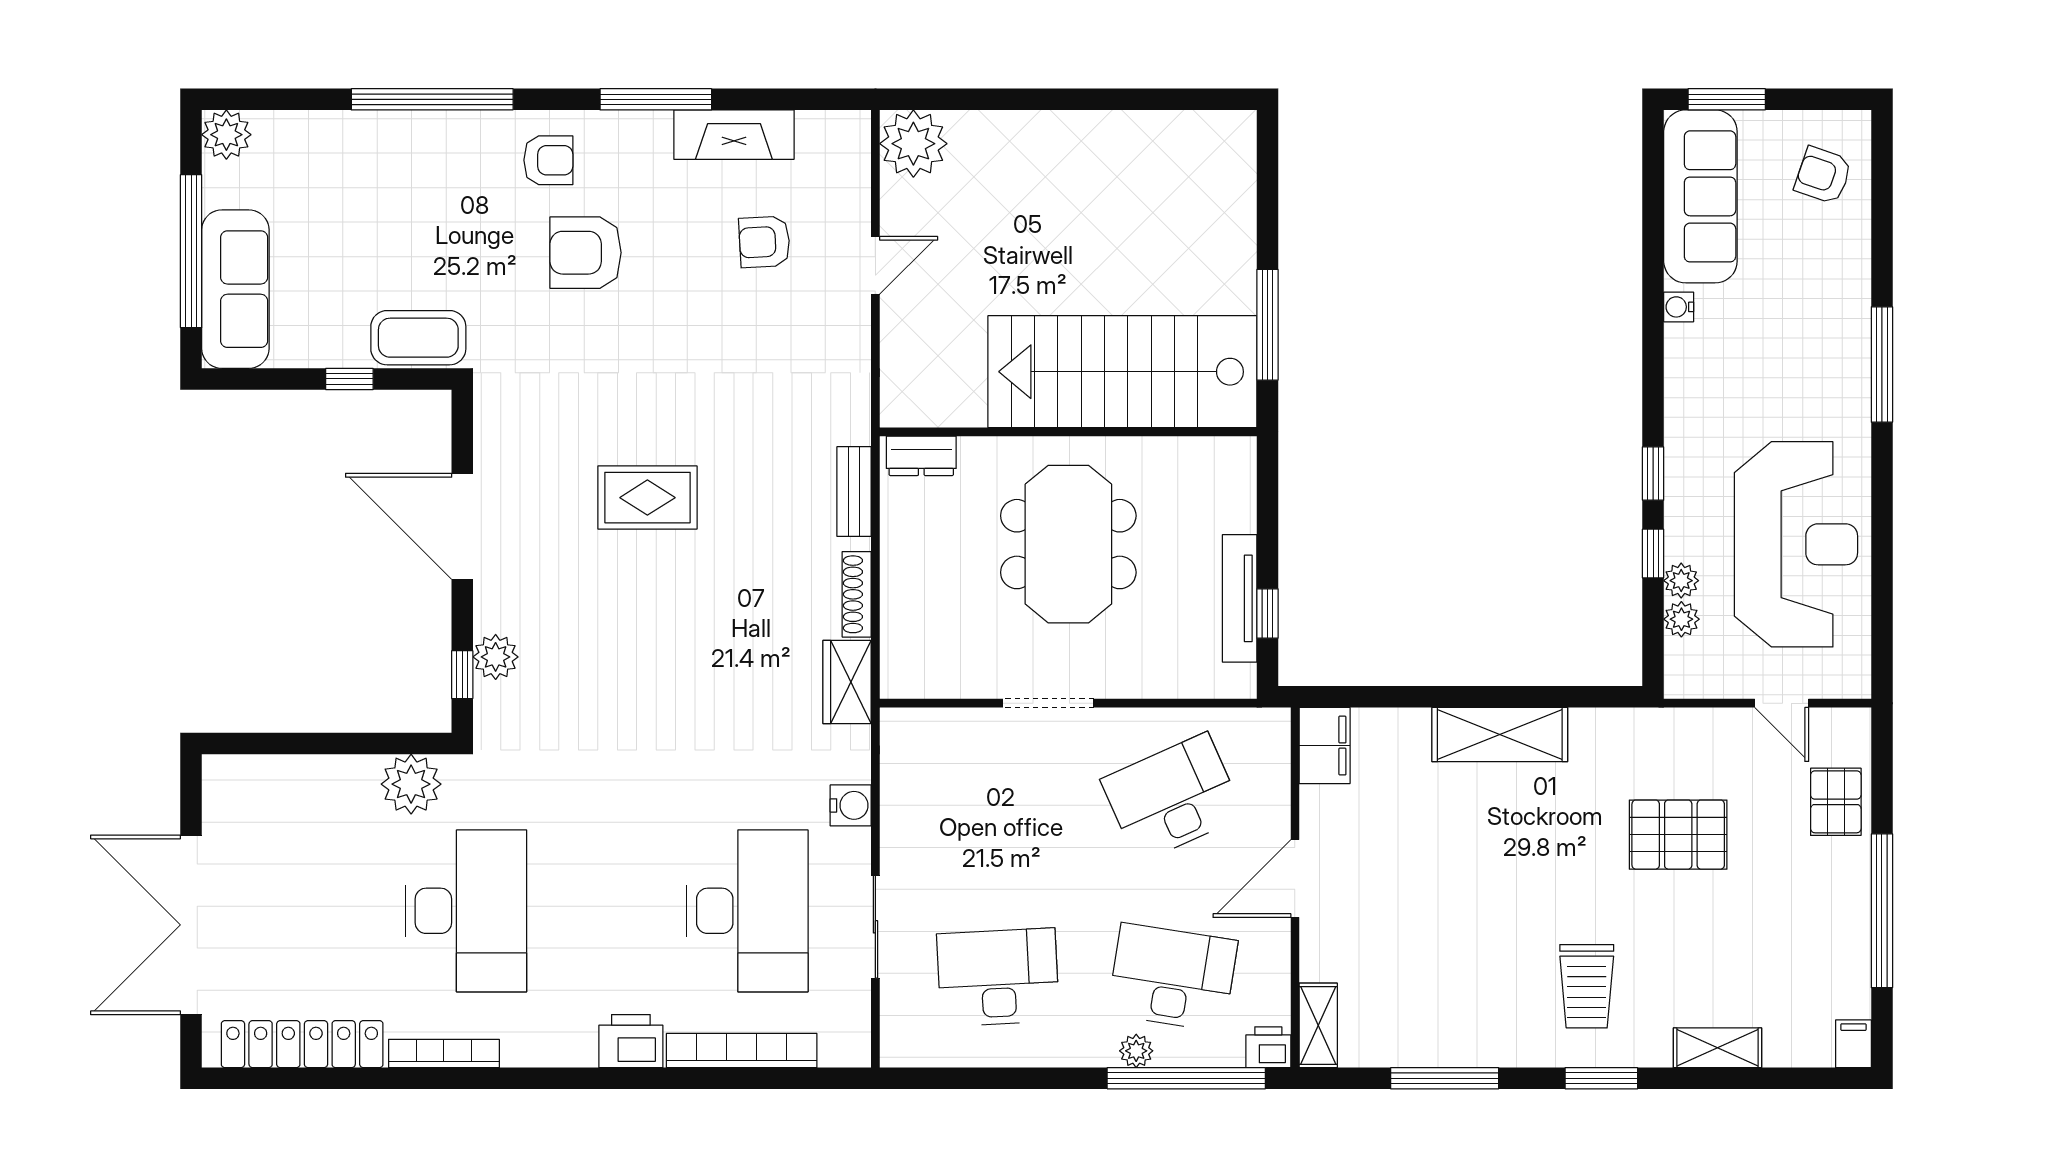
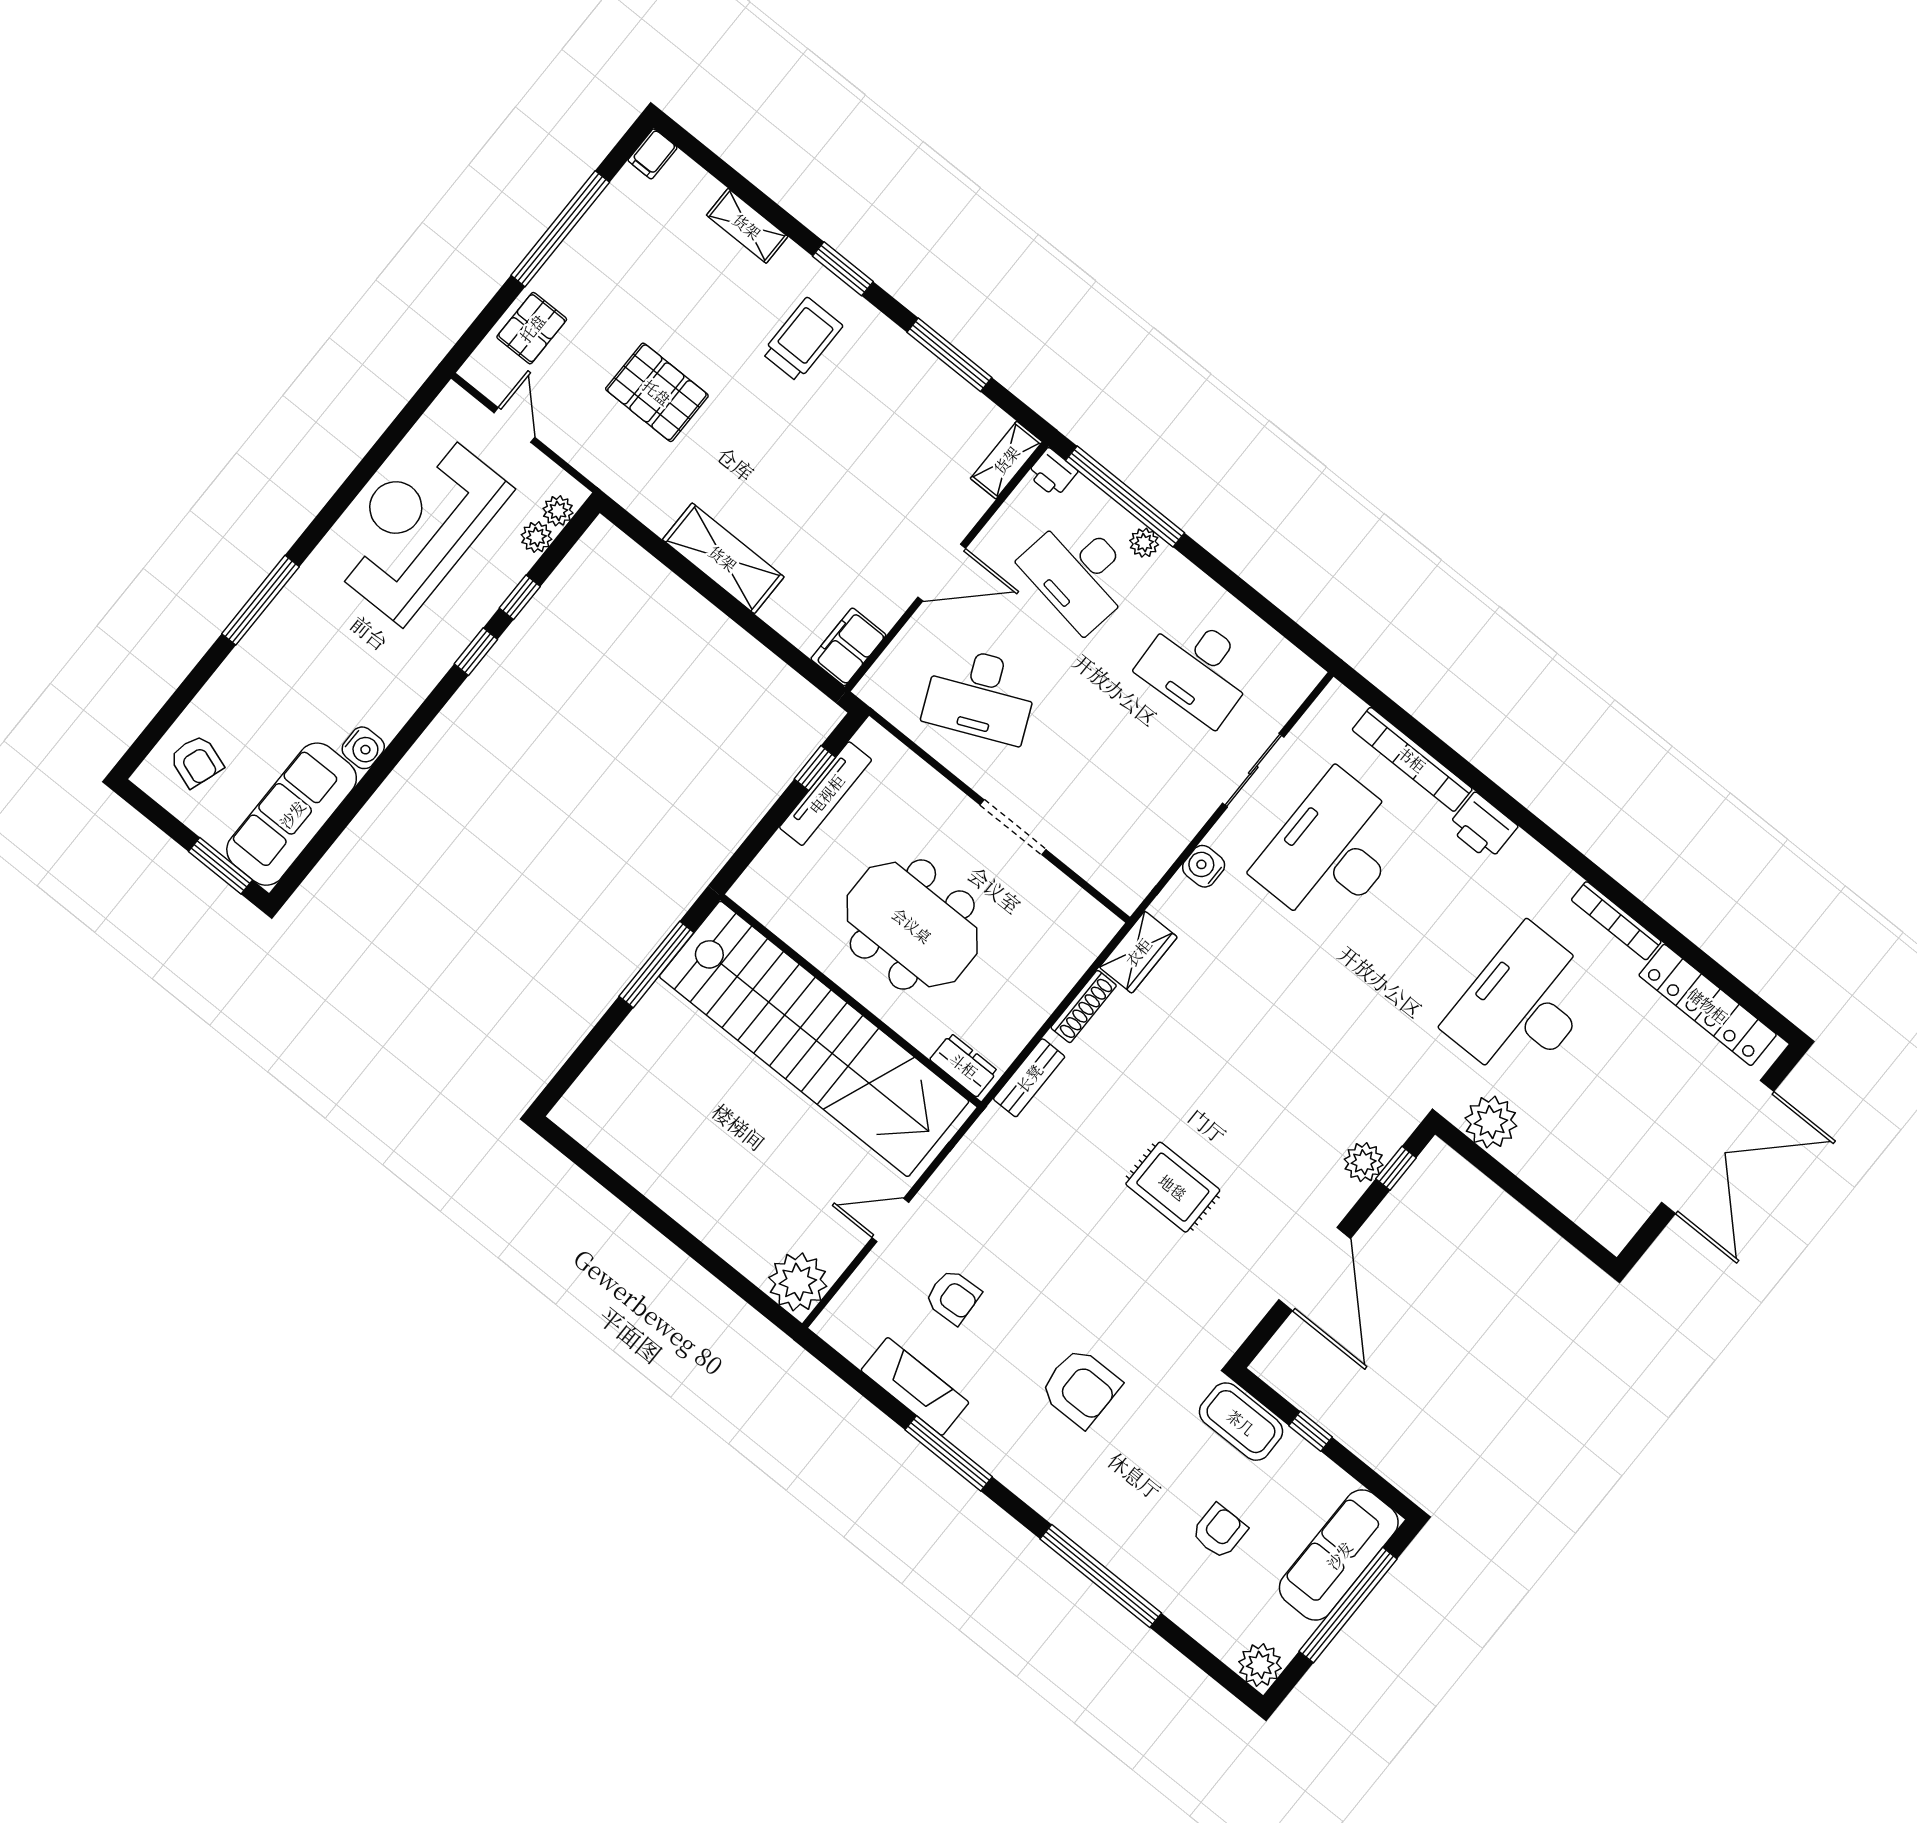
armchair: (548, 160) -> (1219, 1531), moved, turned 90
water cooler: (1679, 307) -> (363, 748), width x1.38, depth x1.38
stairs: (1122, 372) -> (814, 1039), width x1.36
meeting table: (1068, 544) -> (912, 925), turned 90
plant: (1681, 581) -> (558, 511), moved

